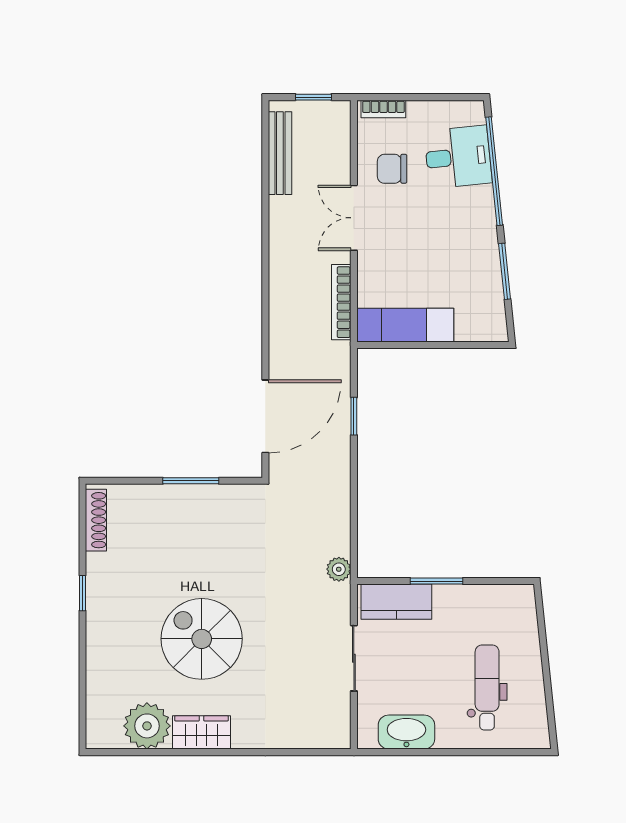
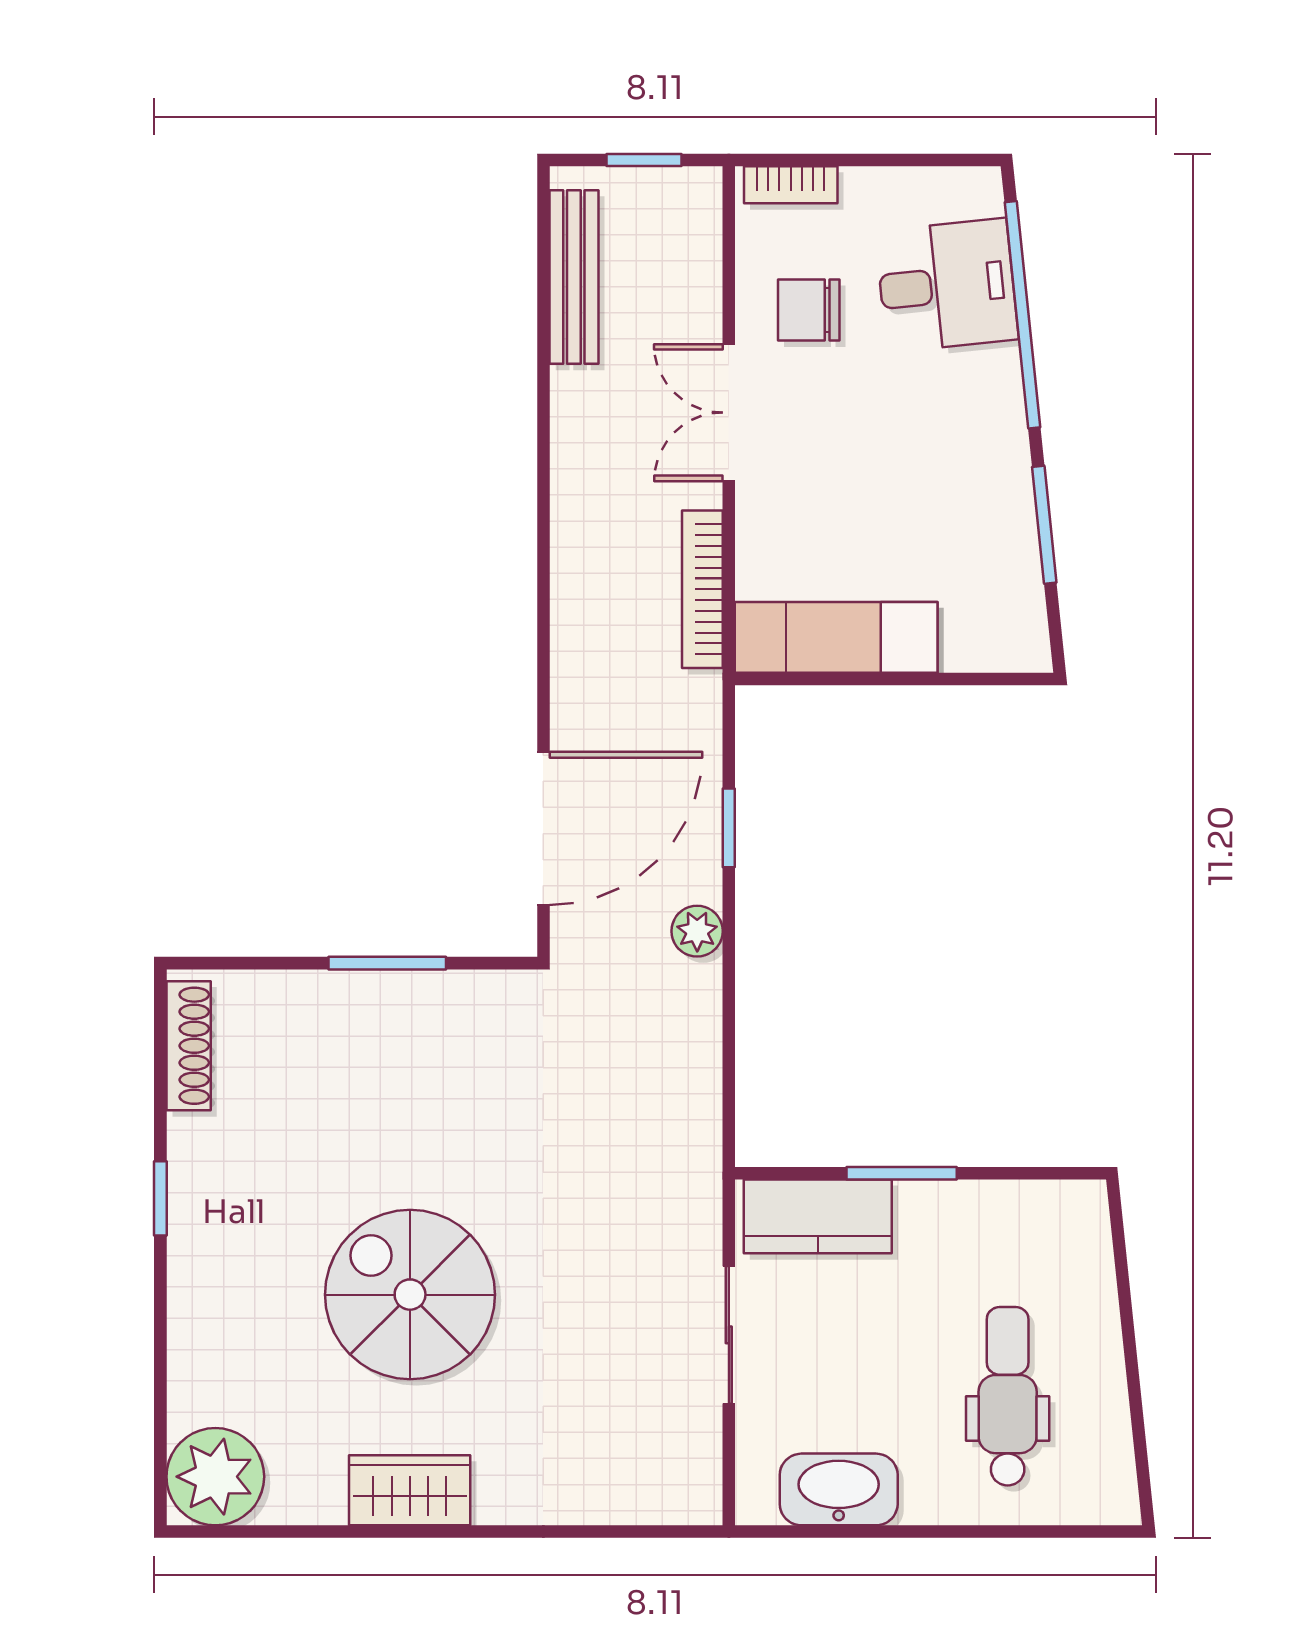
plant: (339, 569) -> (697, 931), moved
plant: (147, 726) -> (215, 1477), moved

